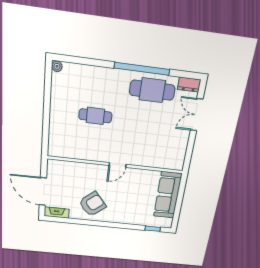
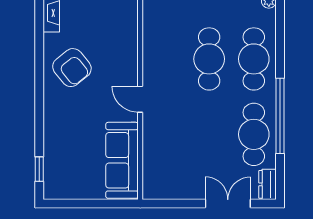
cafe table: (99, 83) -> (254, 59), added
cafe table: (95, 116) -> (209, 59), width x1.37, depth x1.35
sofa: (168, 195) -> (122, 160), moved, turned -90

